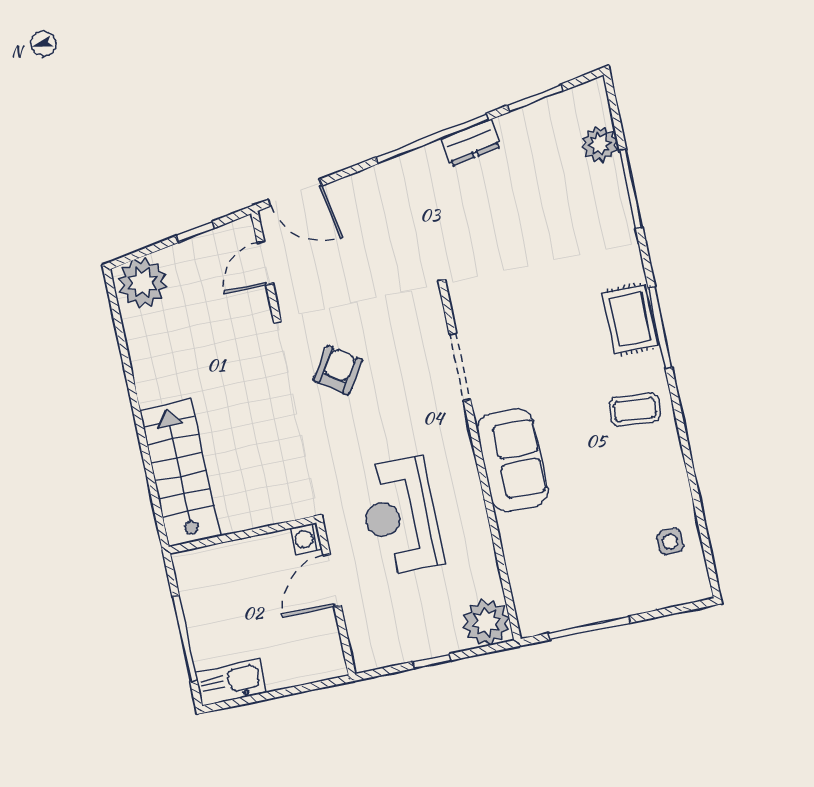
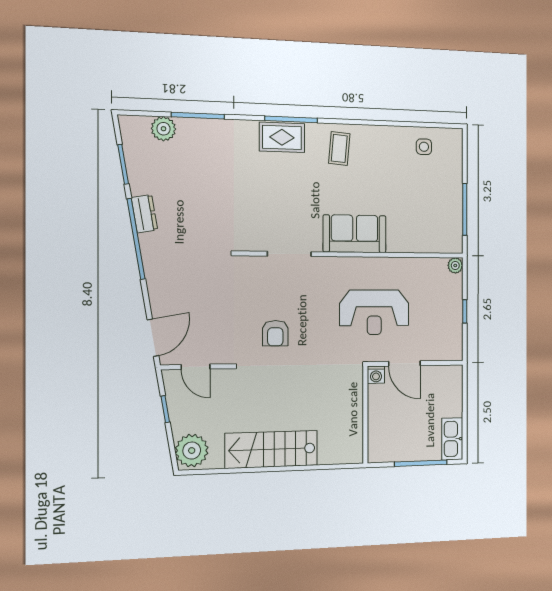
armchair: (338, 370) -> (275, 333), turned -124
stairs: (180, 473) -> (271, 449), moved
plant: (486, 622) -> (455, 265), width x0.53, depth x0.53

